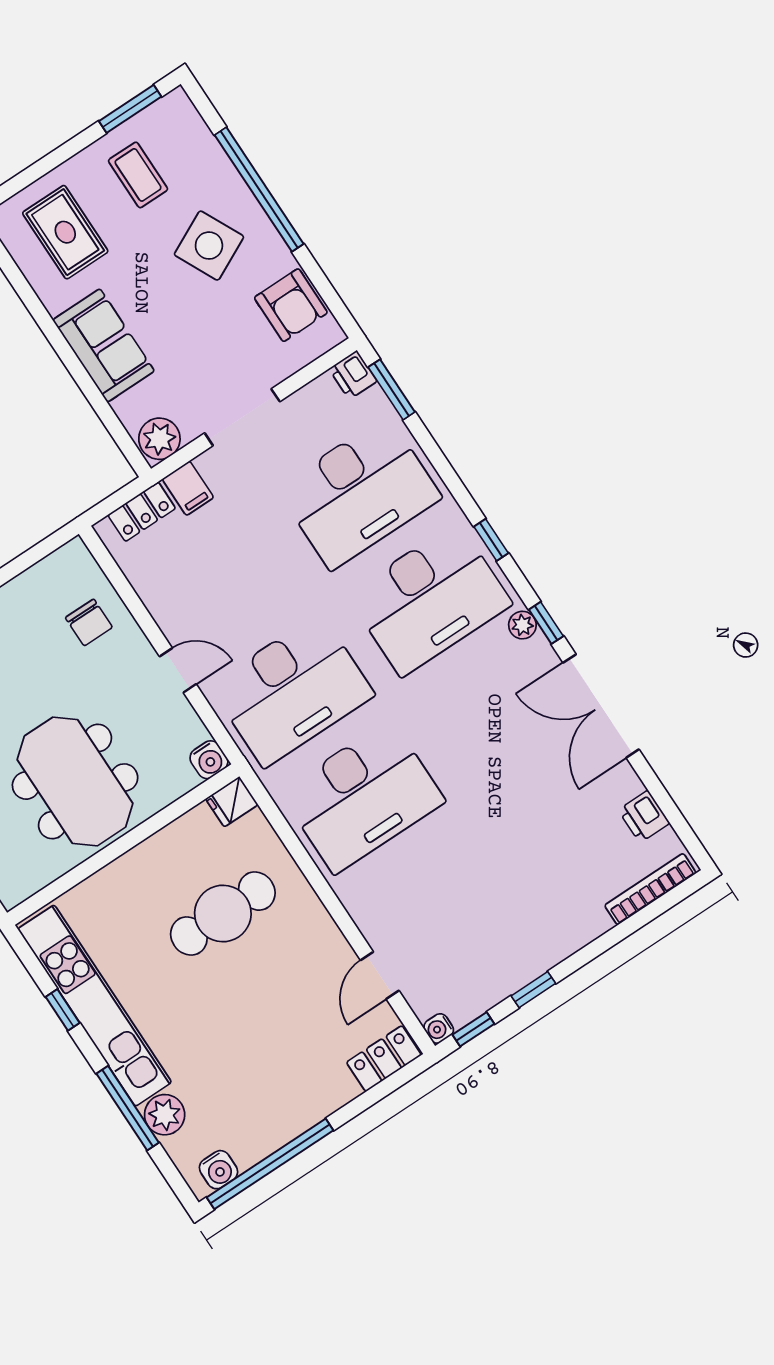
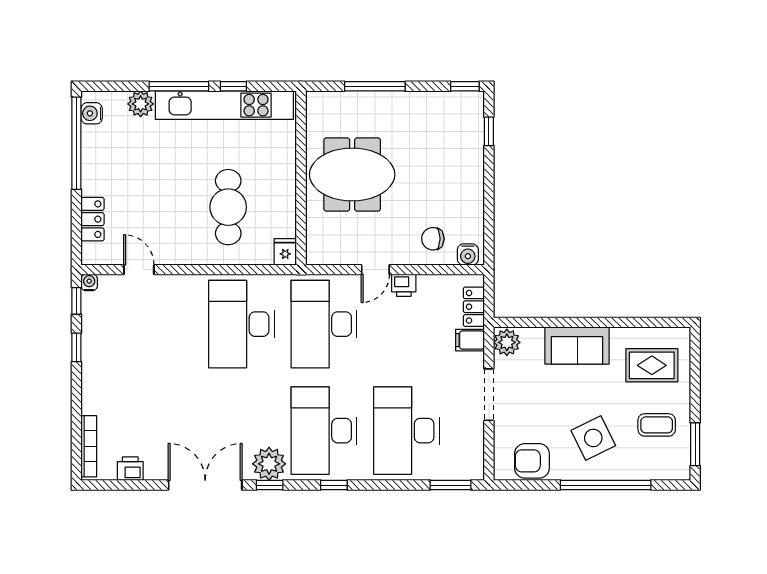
printer: (353, 375) -> (404, 285), moved, turned 180
plant: (522, 625) -> (269, 464), width x1.87, depth x1.87
water cooler: (209, 760) -> (468, 254), moved, turned -90
locker: (384, 1059) -> (93, 219), moved
window: (128, 1108) -> (179, 86), moved

